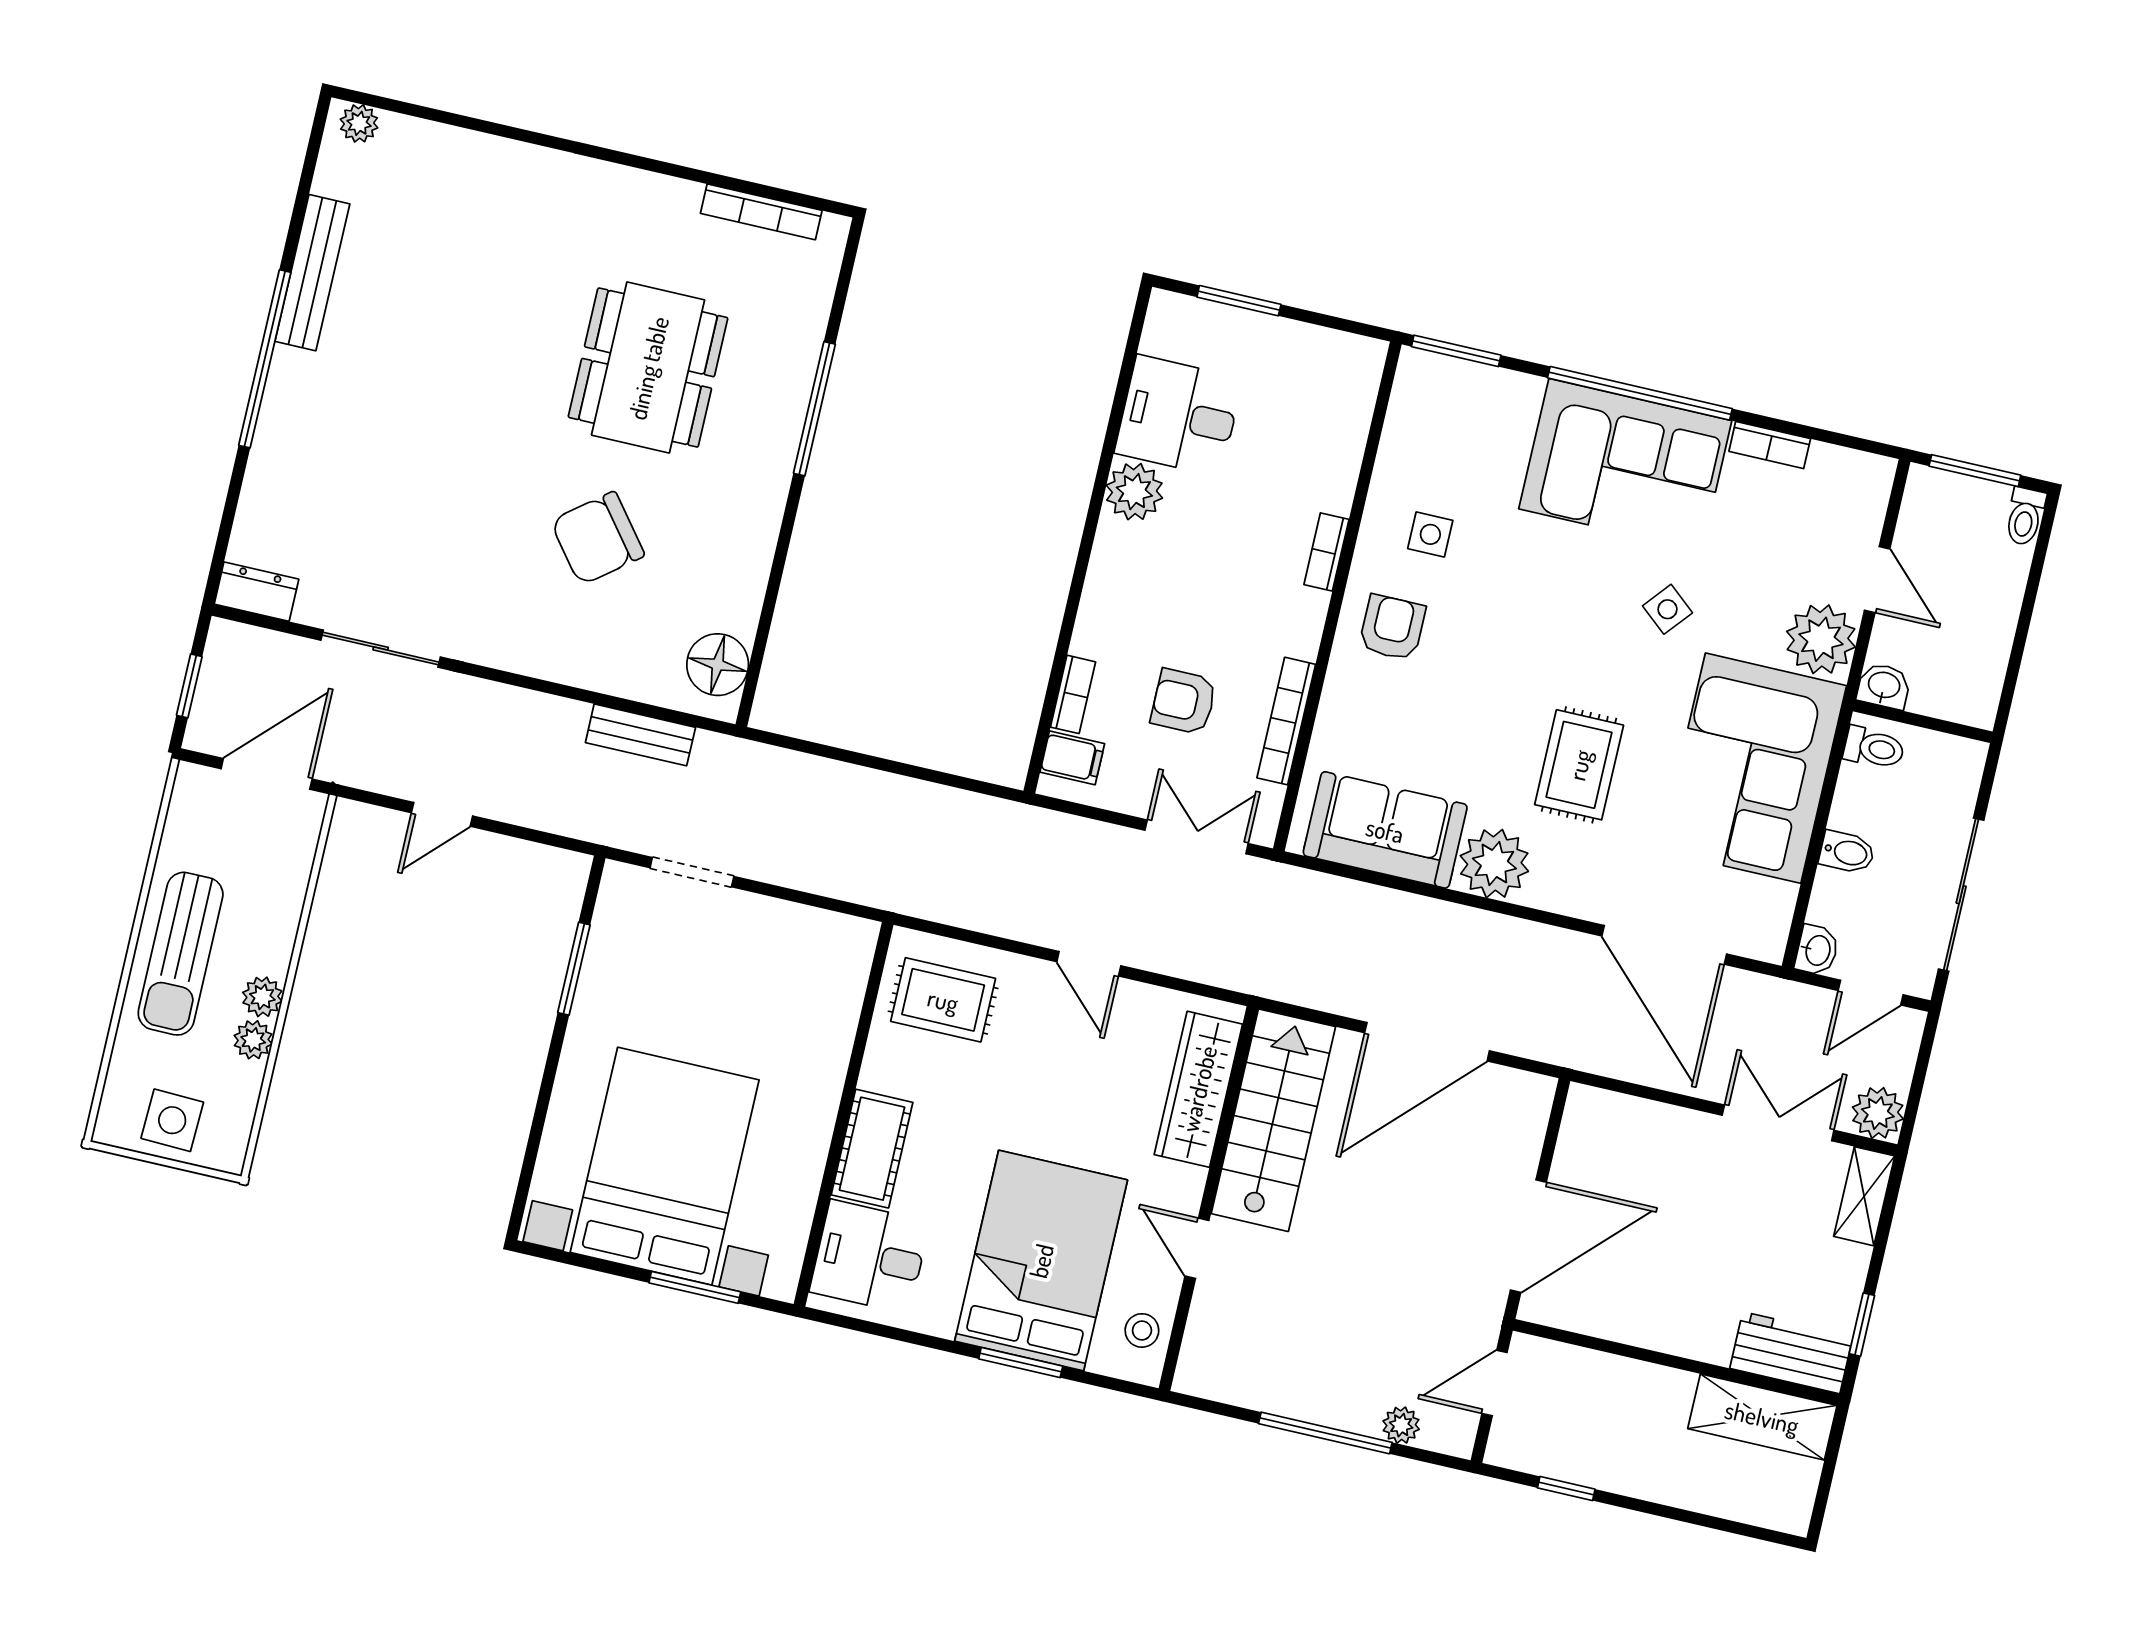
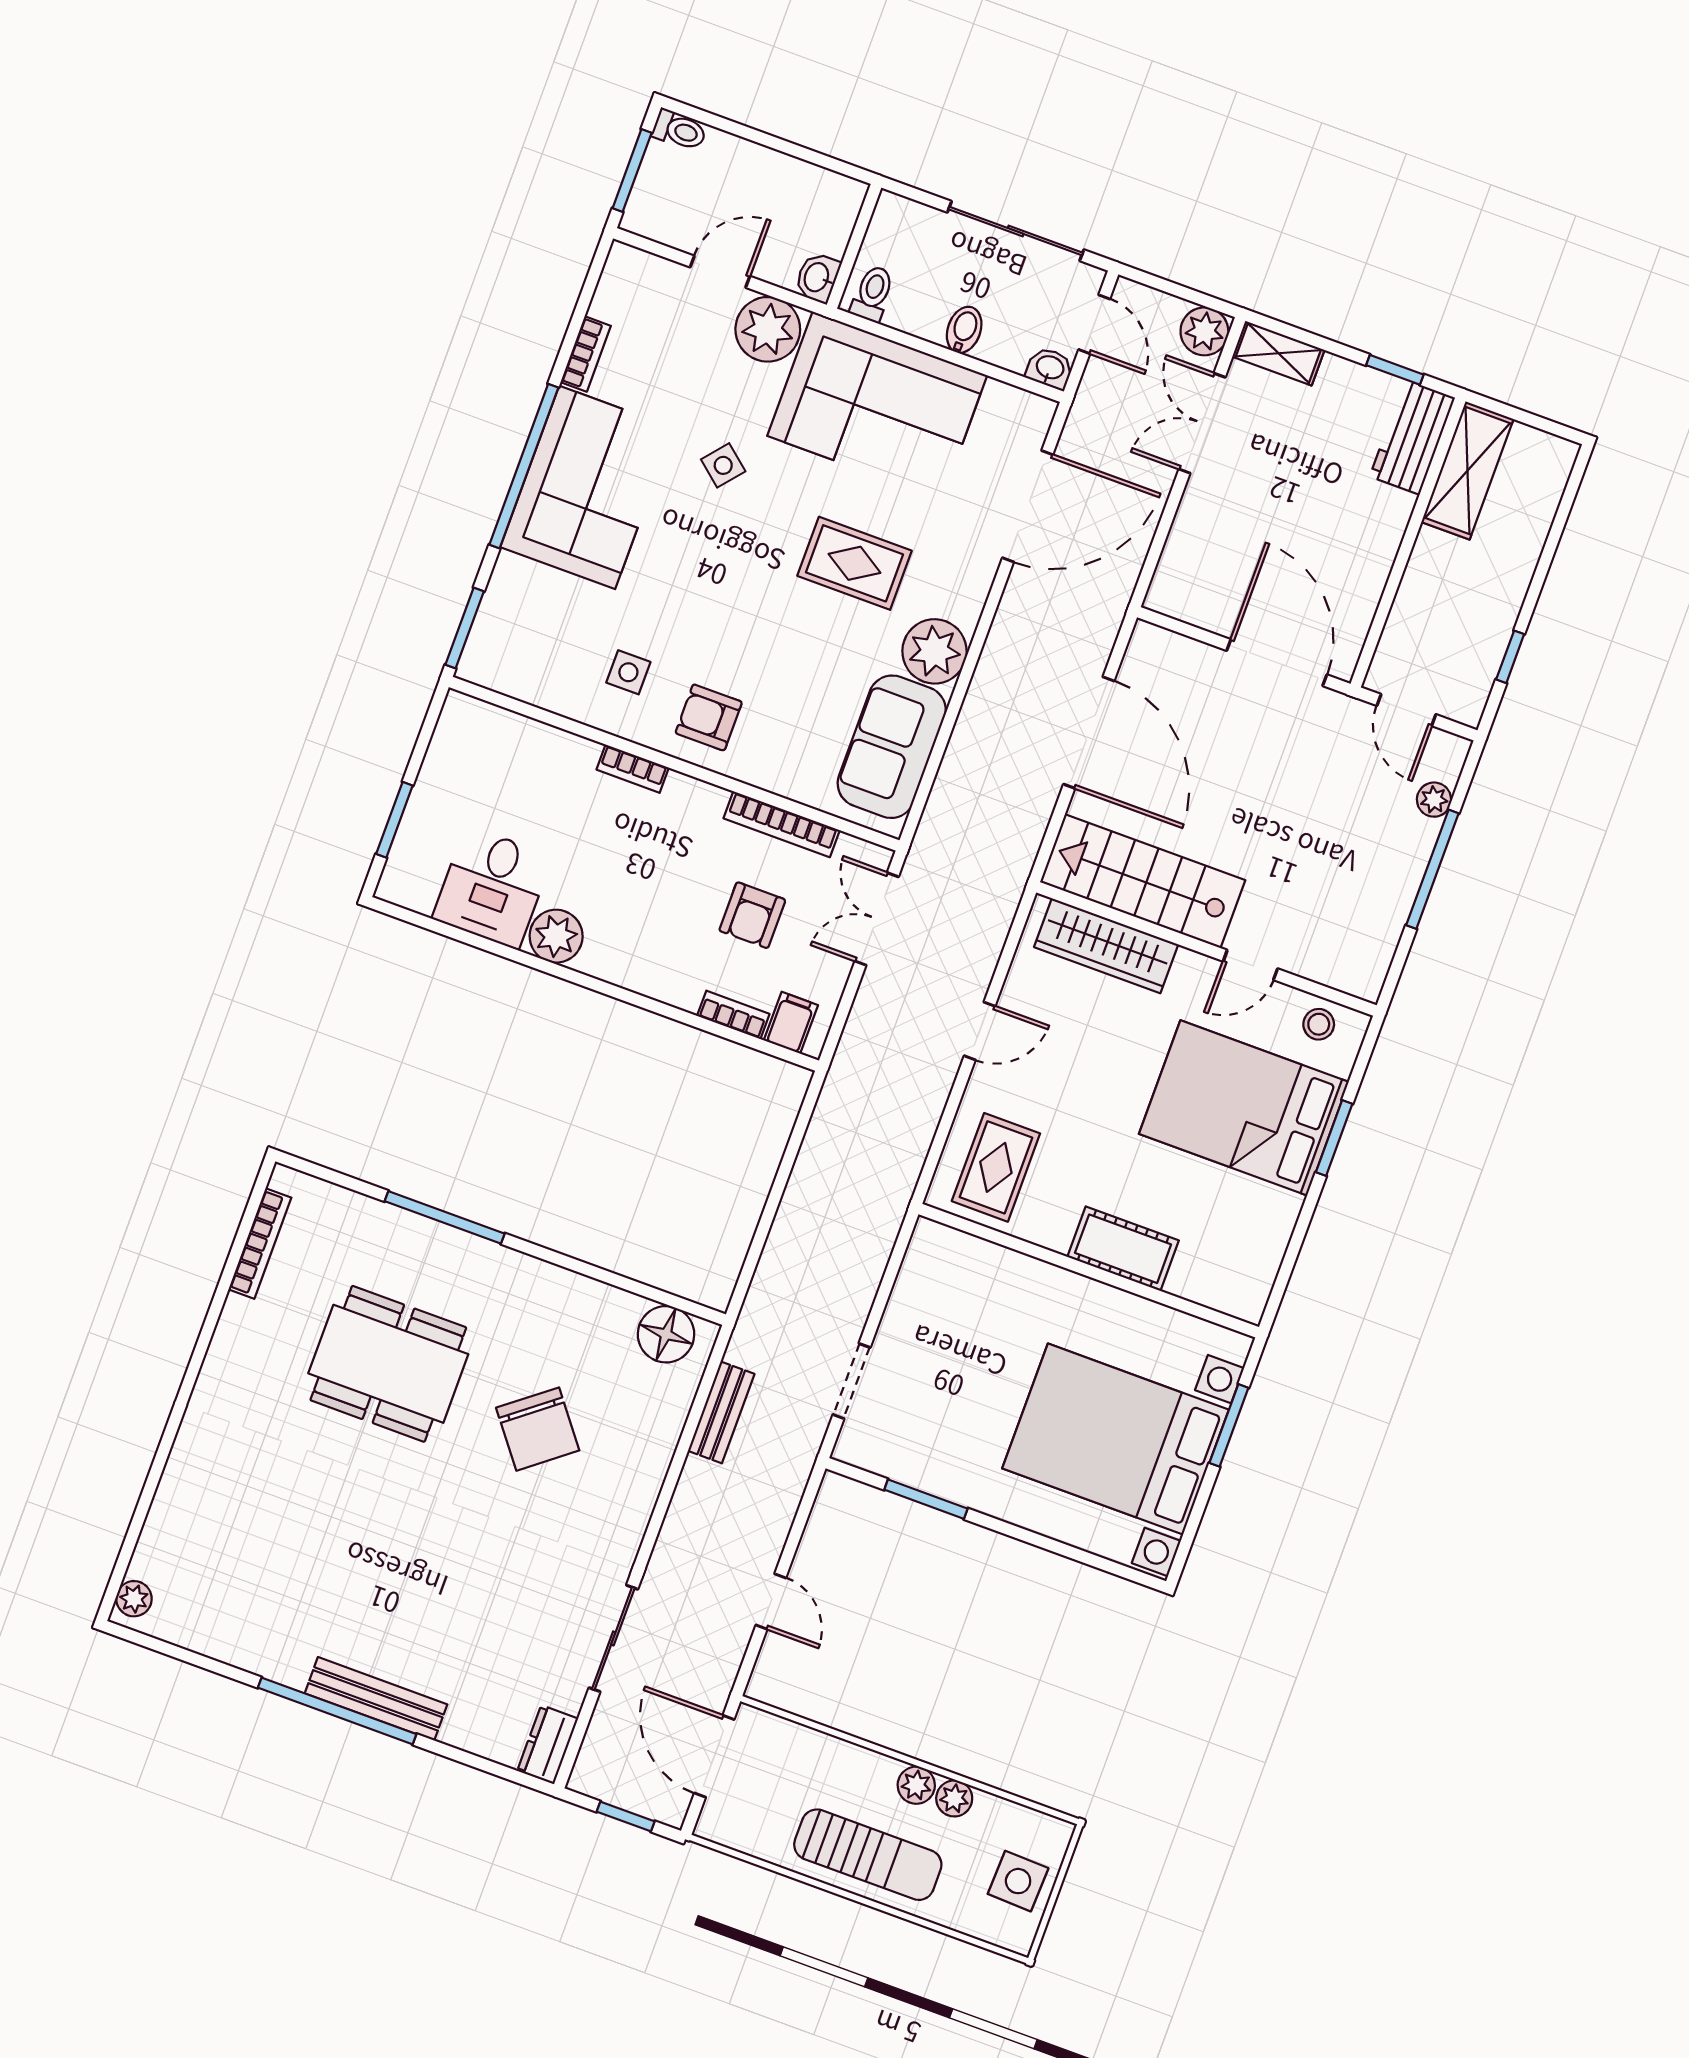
bench: (312, 273) -> (376, 1699), moved
desk: (870, 1257) -> (1221, 1263), removed

